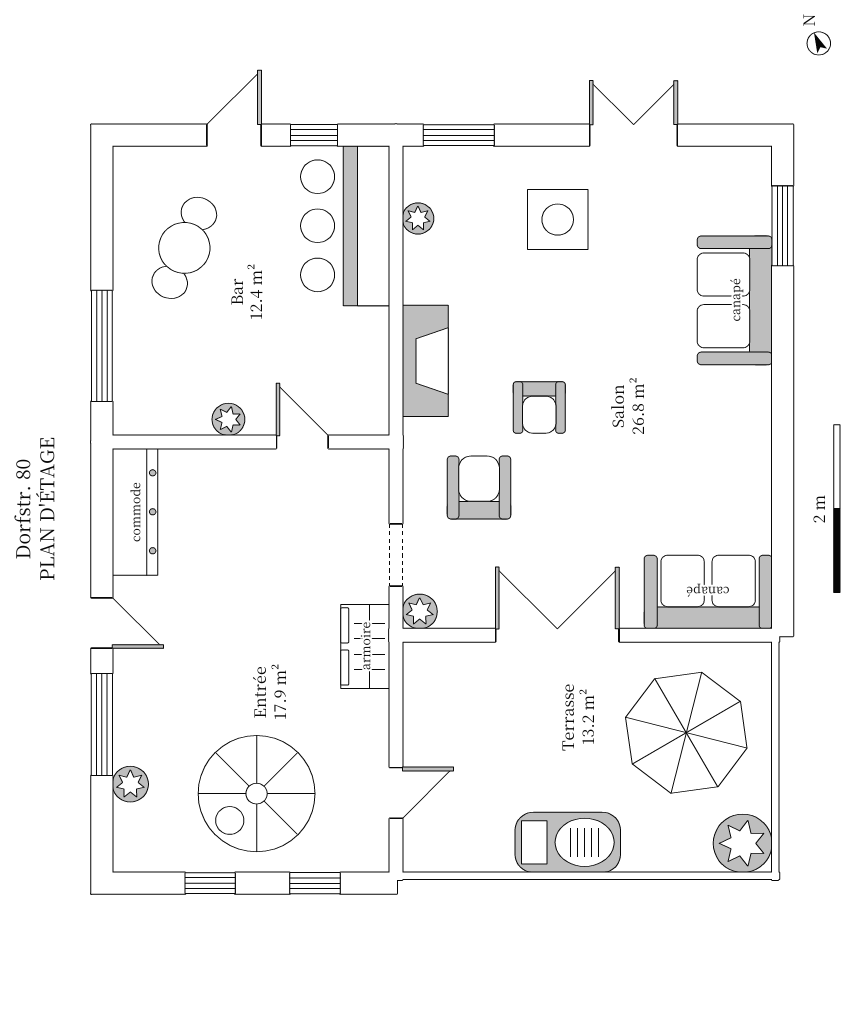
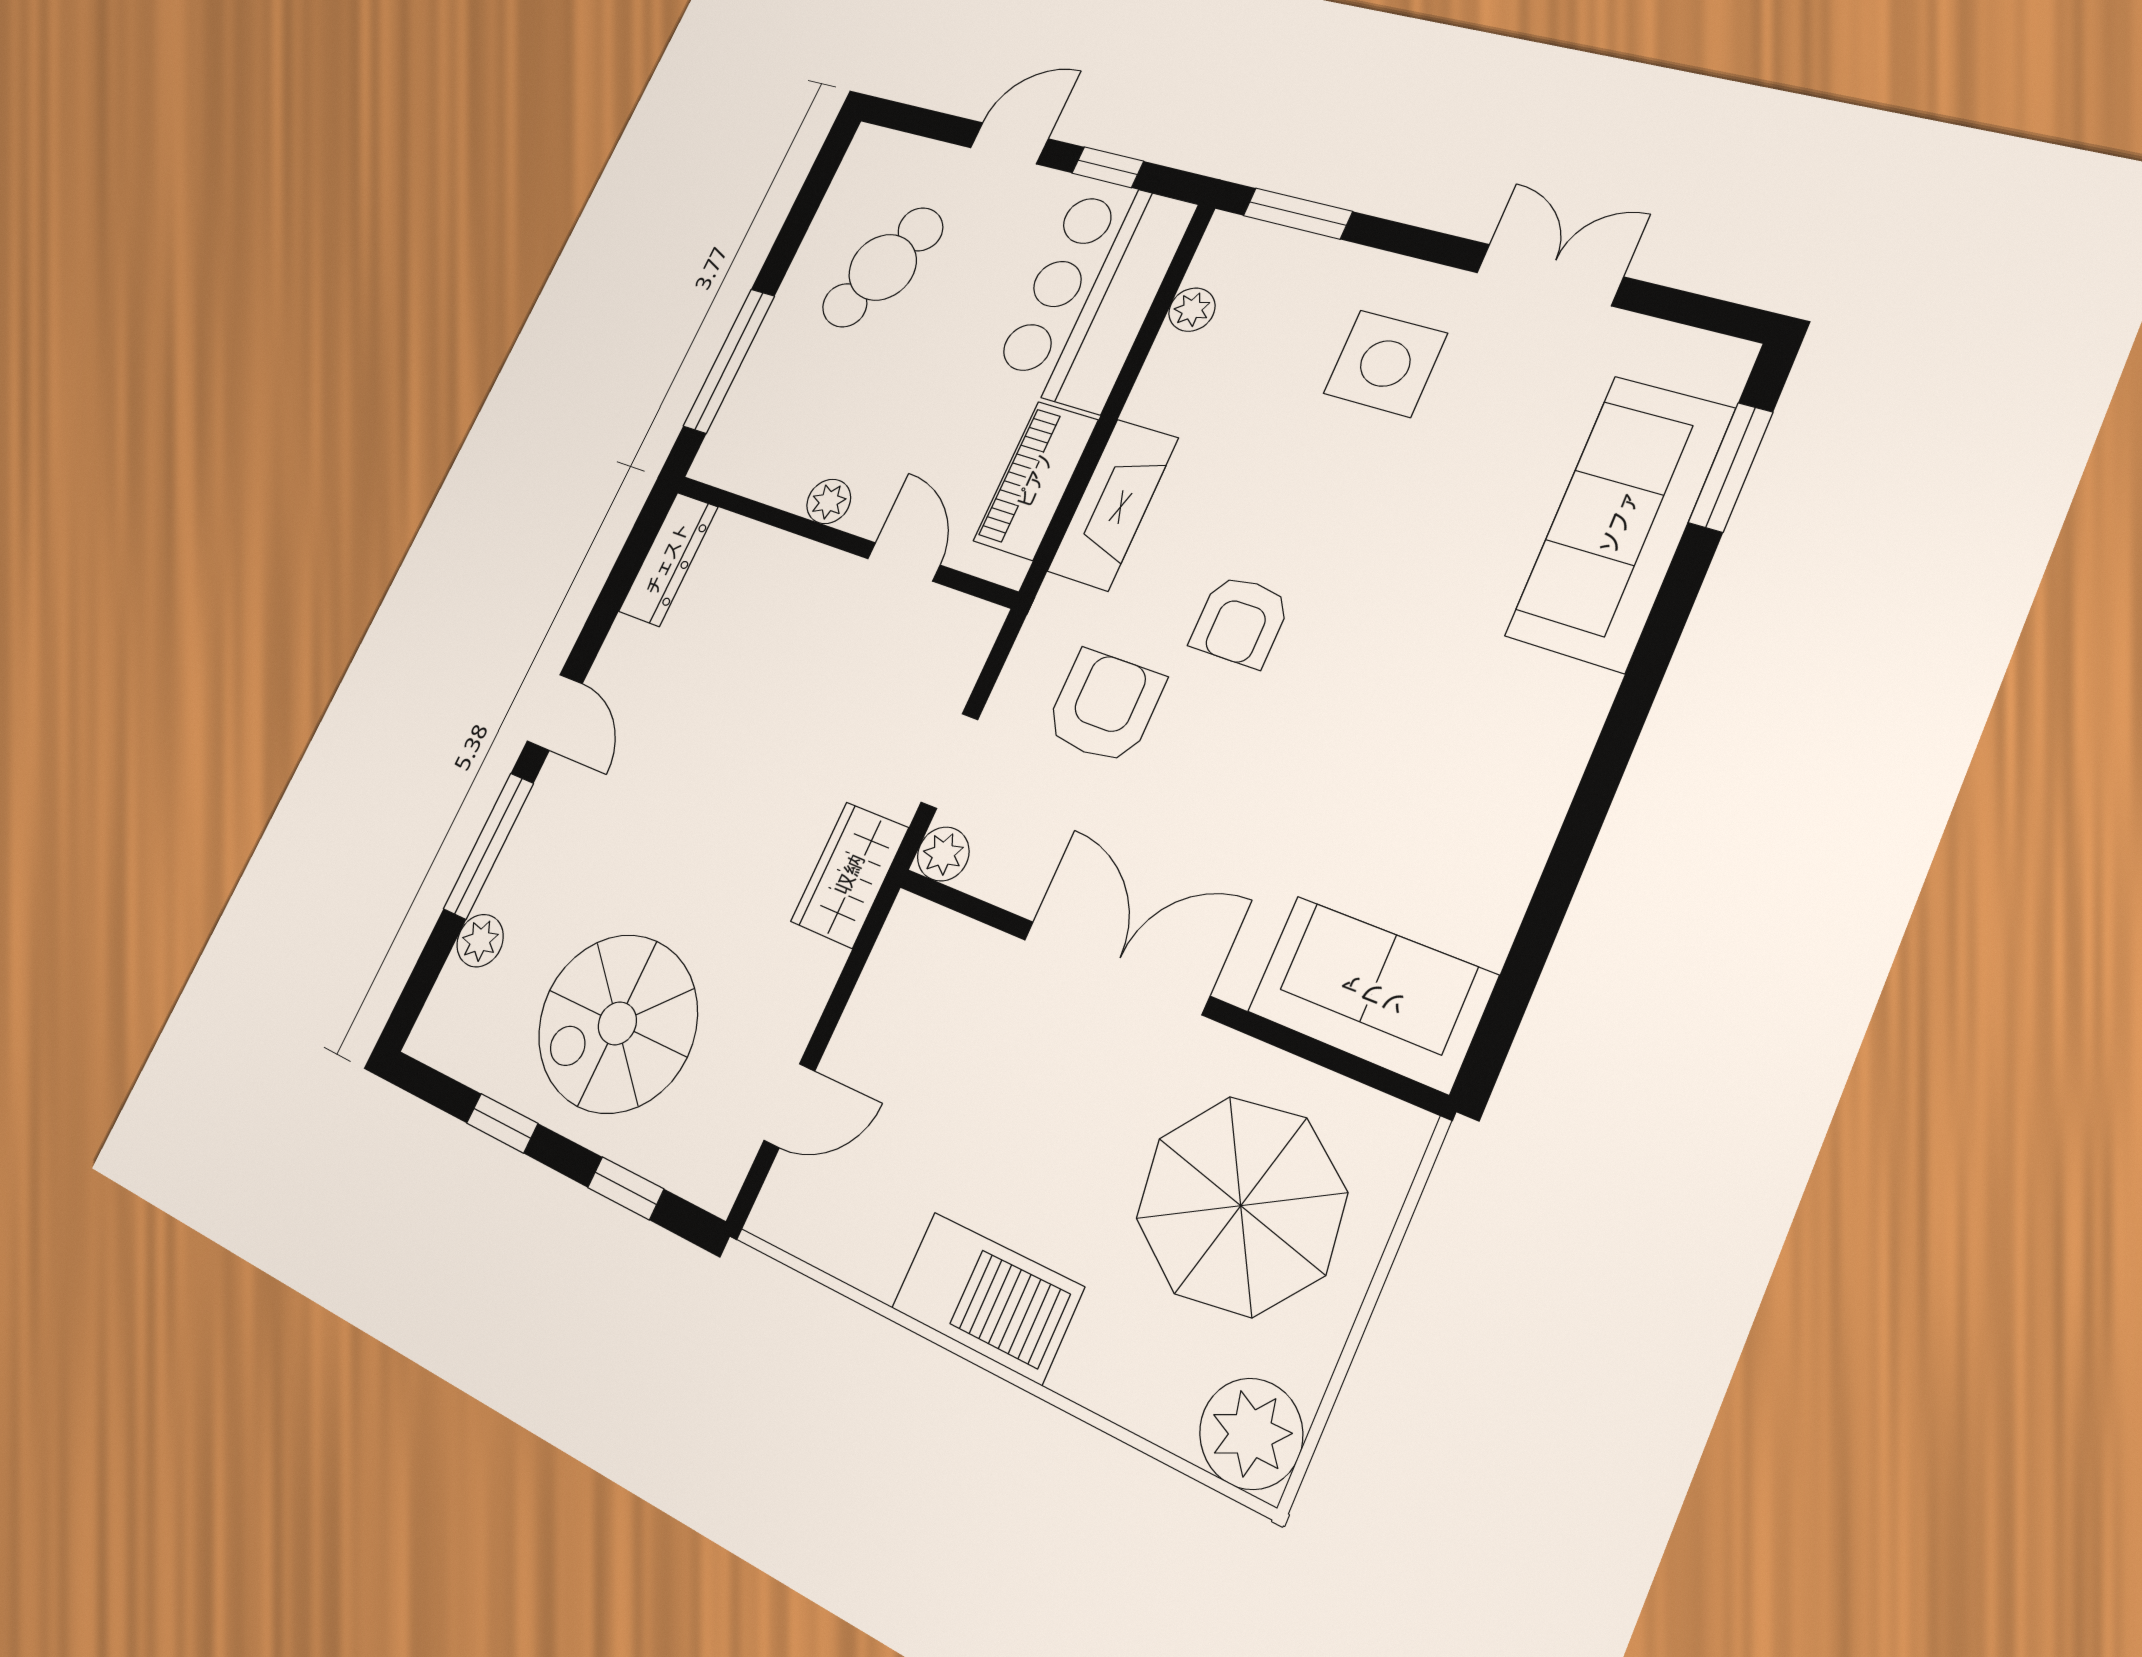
sofa: (735, 300) -> (1620, 522), width x1.36
piano: (366, 361) -> (1036, 480), added
dresser: (135, 512) -> (668, 559), width x0.73, depth x0.80

